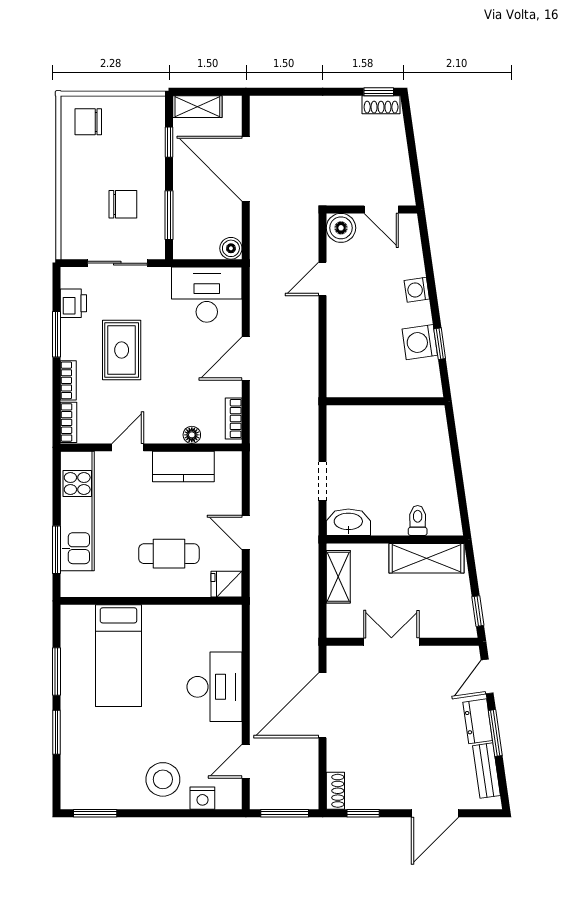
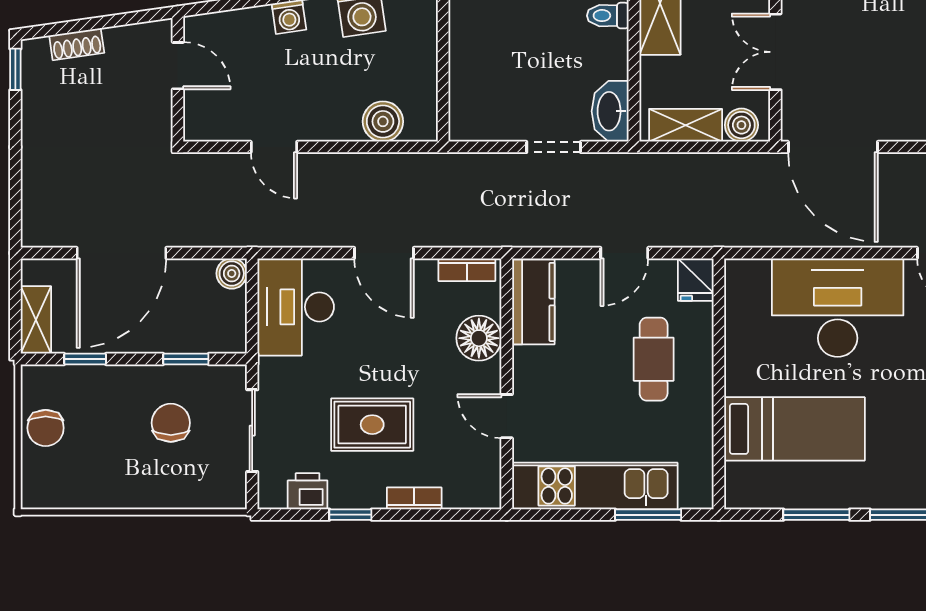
shoe rack: (381, 105) -> (77, 44), moved, turned 82
chair: (88, 122) -> (46, 428), moved
door: (381, 209) -> (178, 66), hinge flipped
window: (169, 215) -> (186, 359), width x0.67
boiler: (341, 228) -> (383, 121), moved
window: (56, 334) -> (350, 515), width x0.67
bookcase: (68, 422) -> (472, 498), removed
floor lamp: (192, 435) -> (479, 338), width x1.89, depth x1.89
kitchen counter: (183, 467) -> (533, 302), moved
boiler: (338, 617) -> (741, 125), added
desk: (215, 687) -> (838, 308), width x1.36, depth x1.30
door: (323, 705) -> (833, 147), moved

